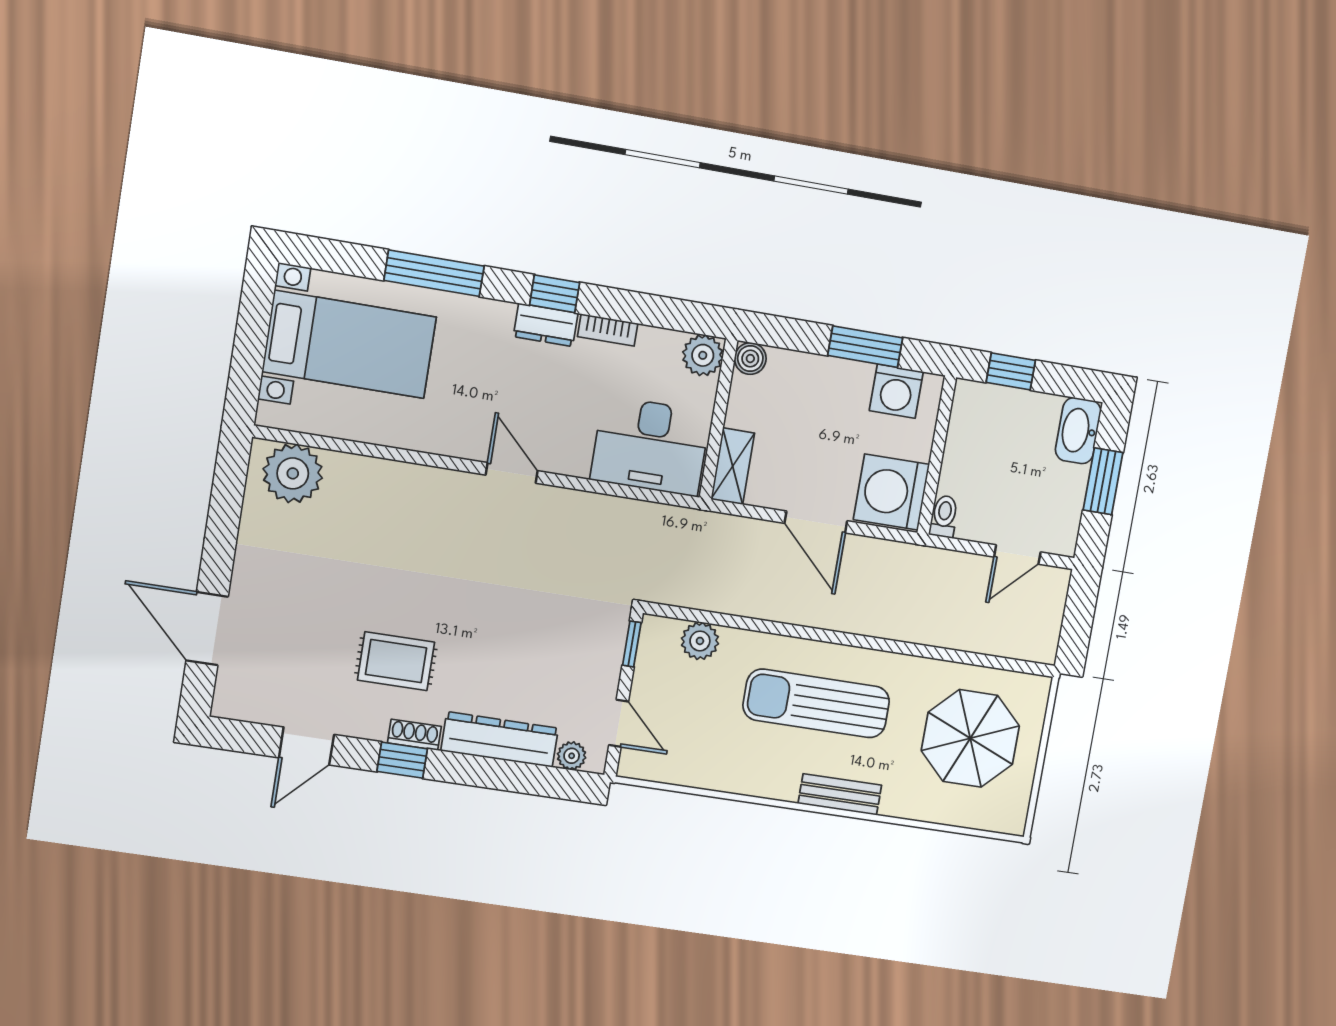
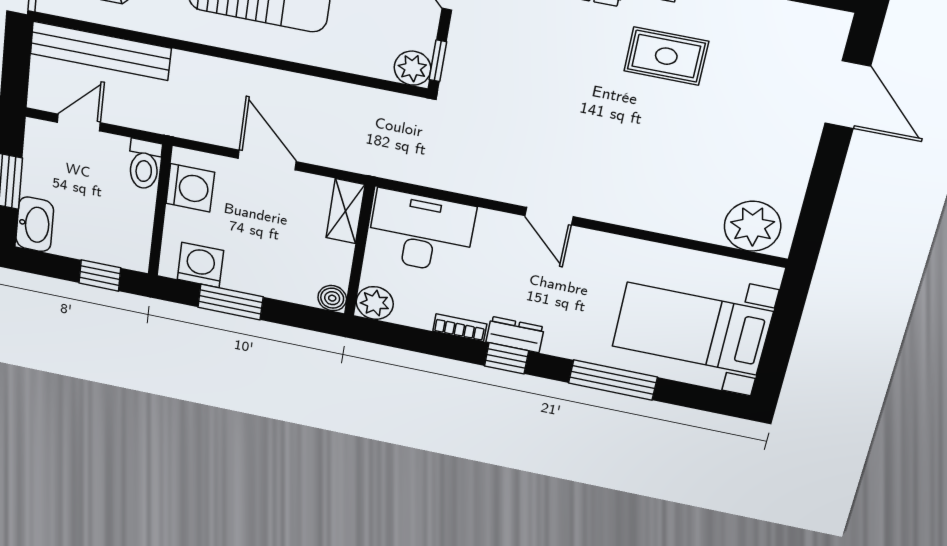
washing machine: (891, 492) -> (190, 188), width x0.73, depth x0.73
toilet: (944, 516) -> (144, 165), width x1.37, depth x1.39
bench: (987, 637) -> (101, 51), added
plant: (700, 641) -> (413, 68), moved

